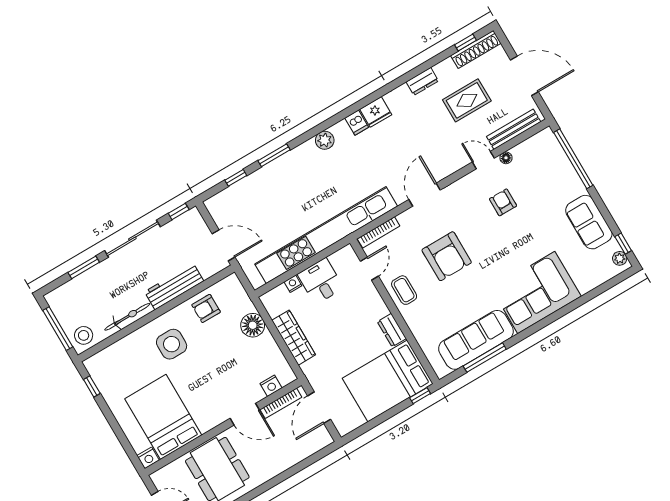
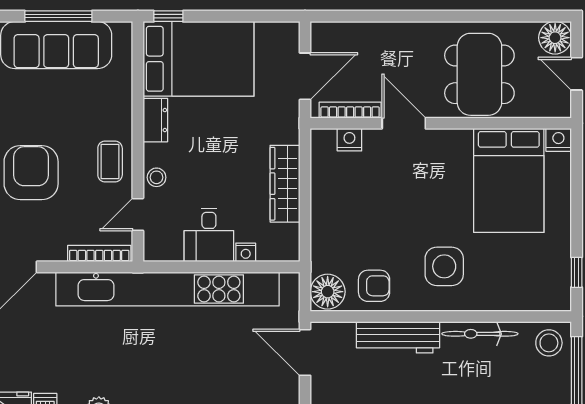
stool: (371, 297) -> (157, 177), added
floor lamp: (253, 325) -> (328, 292), moved

